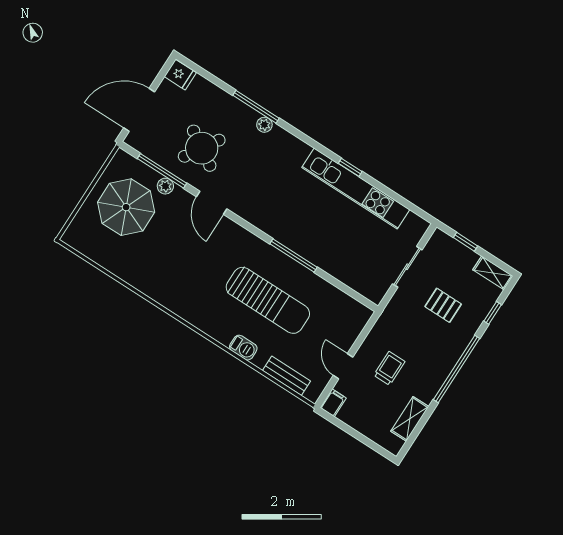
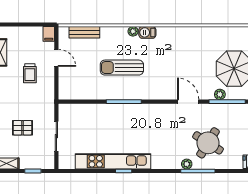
round table: (202, 148) -> (208, 143), moved
sun lounger: (268, 300) -> (122, 68), width x0.73, depth x0.75
plant: (224, 337) -> (133, 31), added
barbecue: (243, 348) -> (147, 32), moved

